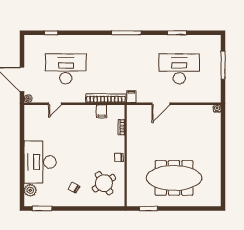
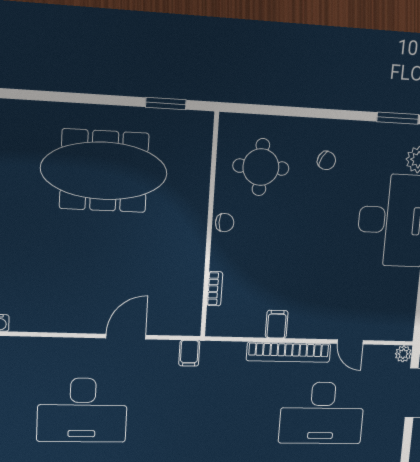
bookcase: (106, 98) -> (289, 352), moved
door: (55, 104) -> (350, 342), swing flipped
filing cabinet: (102, 111) -> (277, 324), moved
round table: (104, 183) -> (261, 167), turned 34

